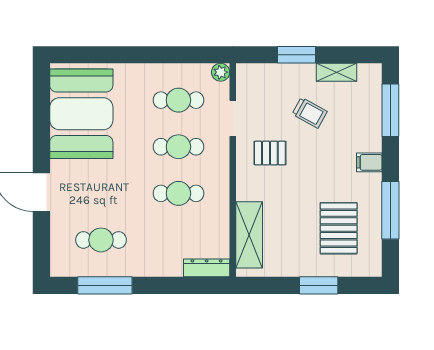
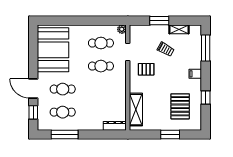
cafe table: (178, 193) -> (63, 89), moved
window: (390, 210) -> (206, 97), width x0.46
window: (41, 241) -> (33, 112), added

